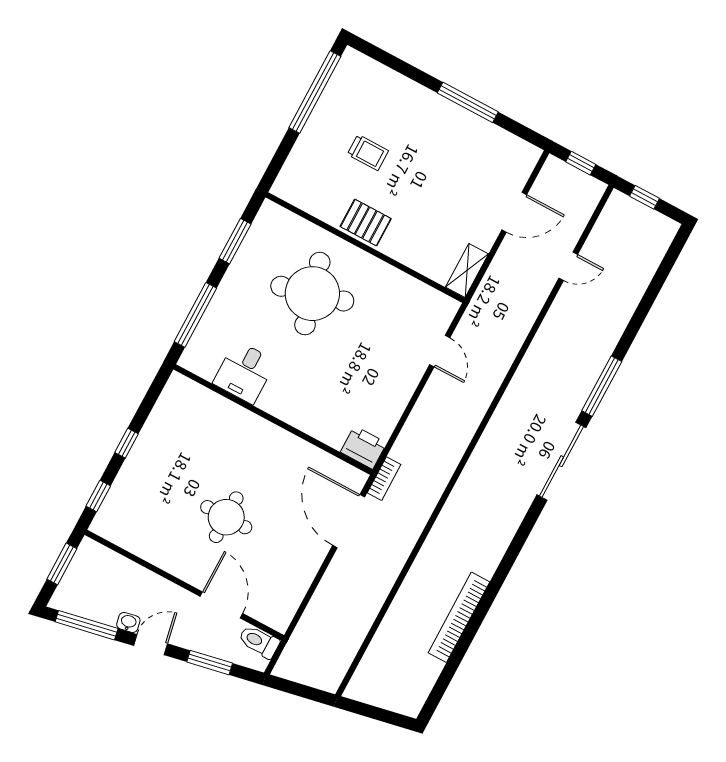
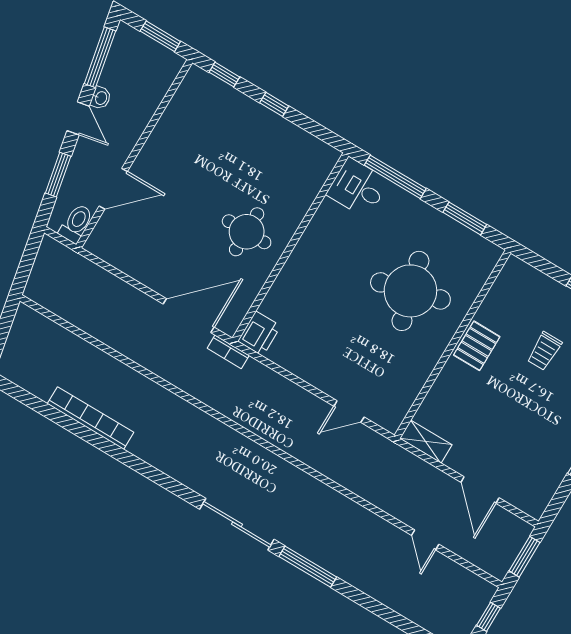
window: (581, 163) -> (524, 557), width x1.50
desk: (244, 372) -> (358, 188), moved
round table: (226, 517) -> (247, 232), moved

